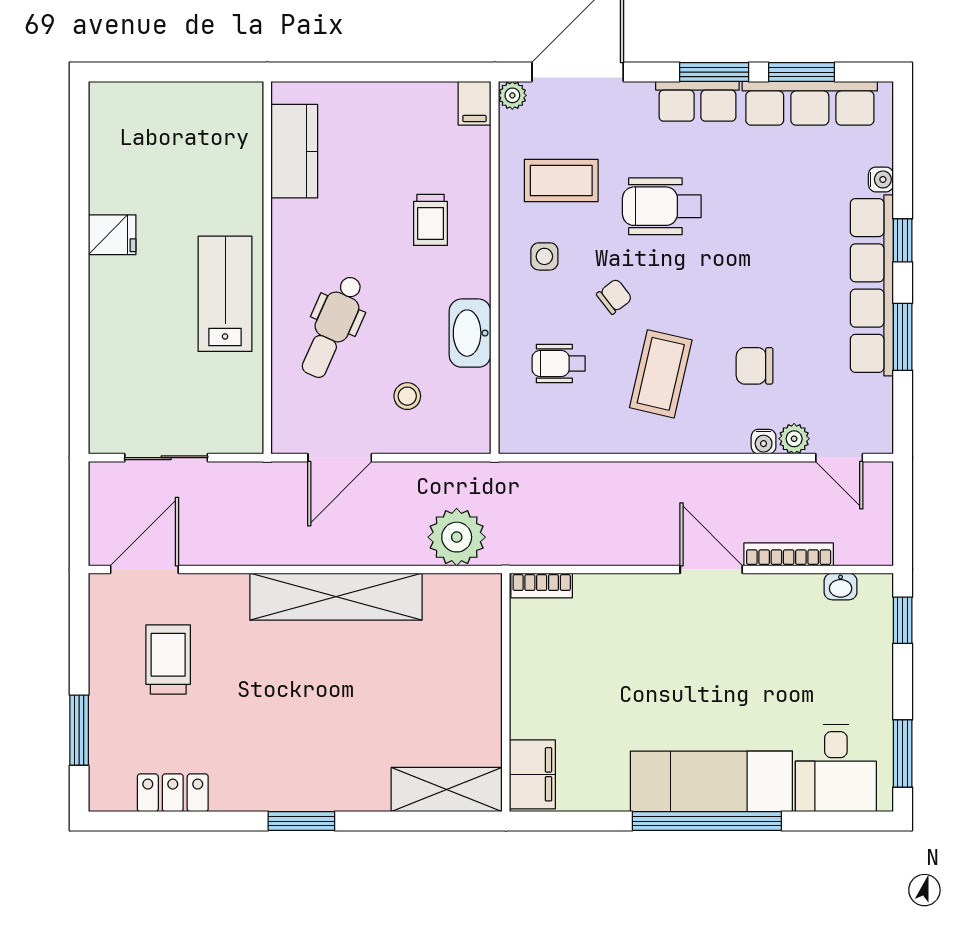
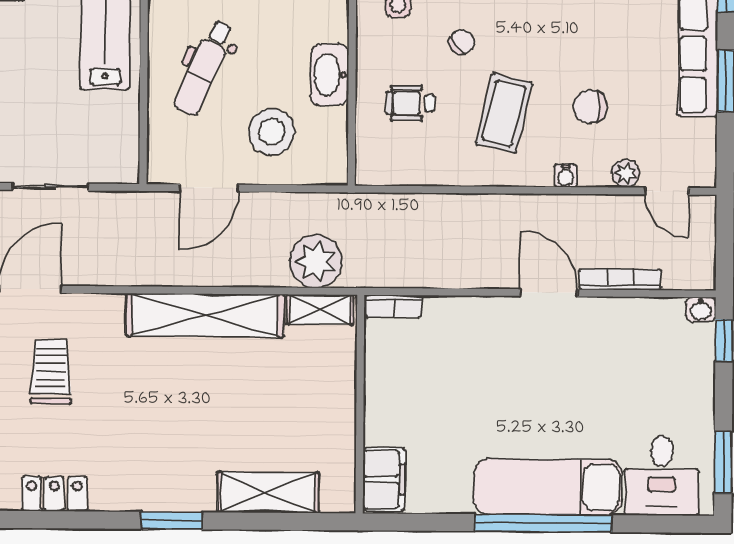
stool: (407, 396) -> (272, 132), width x1.89, depth x1.89
water cooler: (764, 442) -> (566, 176), moved
washbasin: (841, 587) -> (701, 309), moved
shelving: (461, 590) -> (320, 310), added
shelving: (447, 790) -> (268, 492), moved

